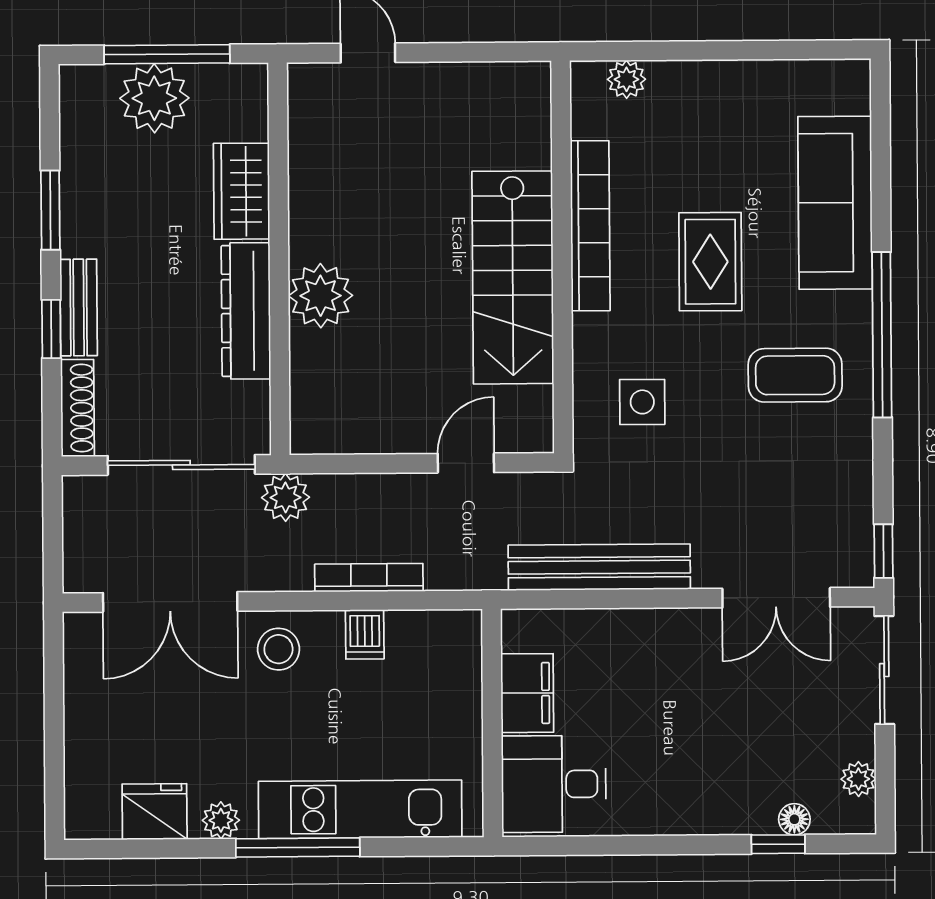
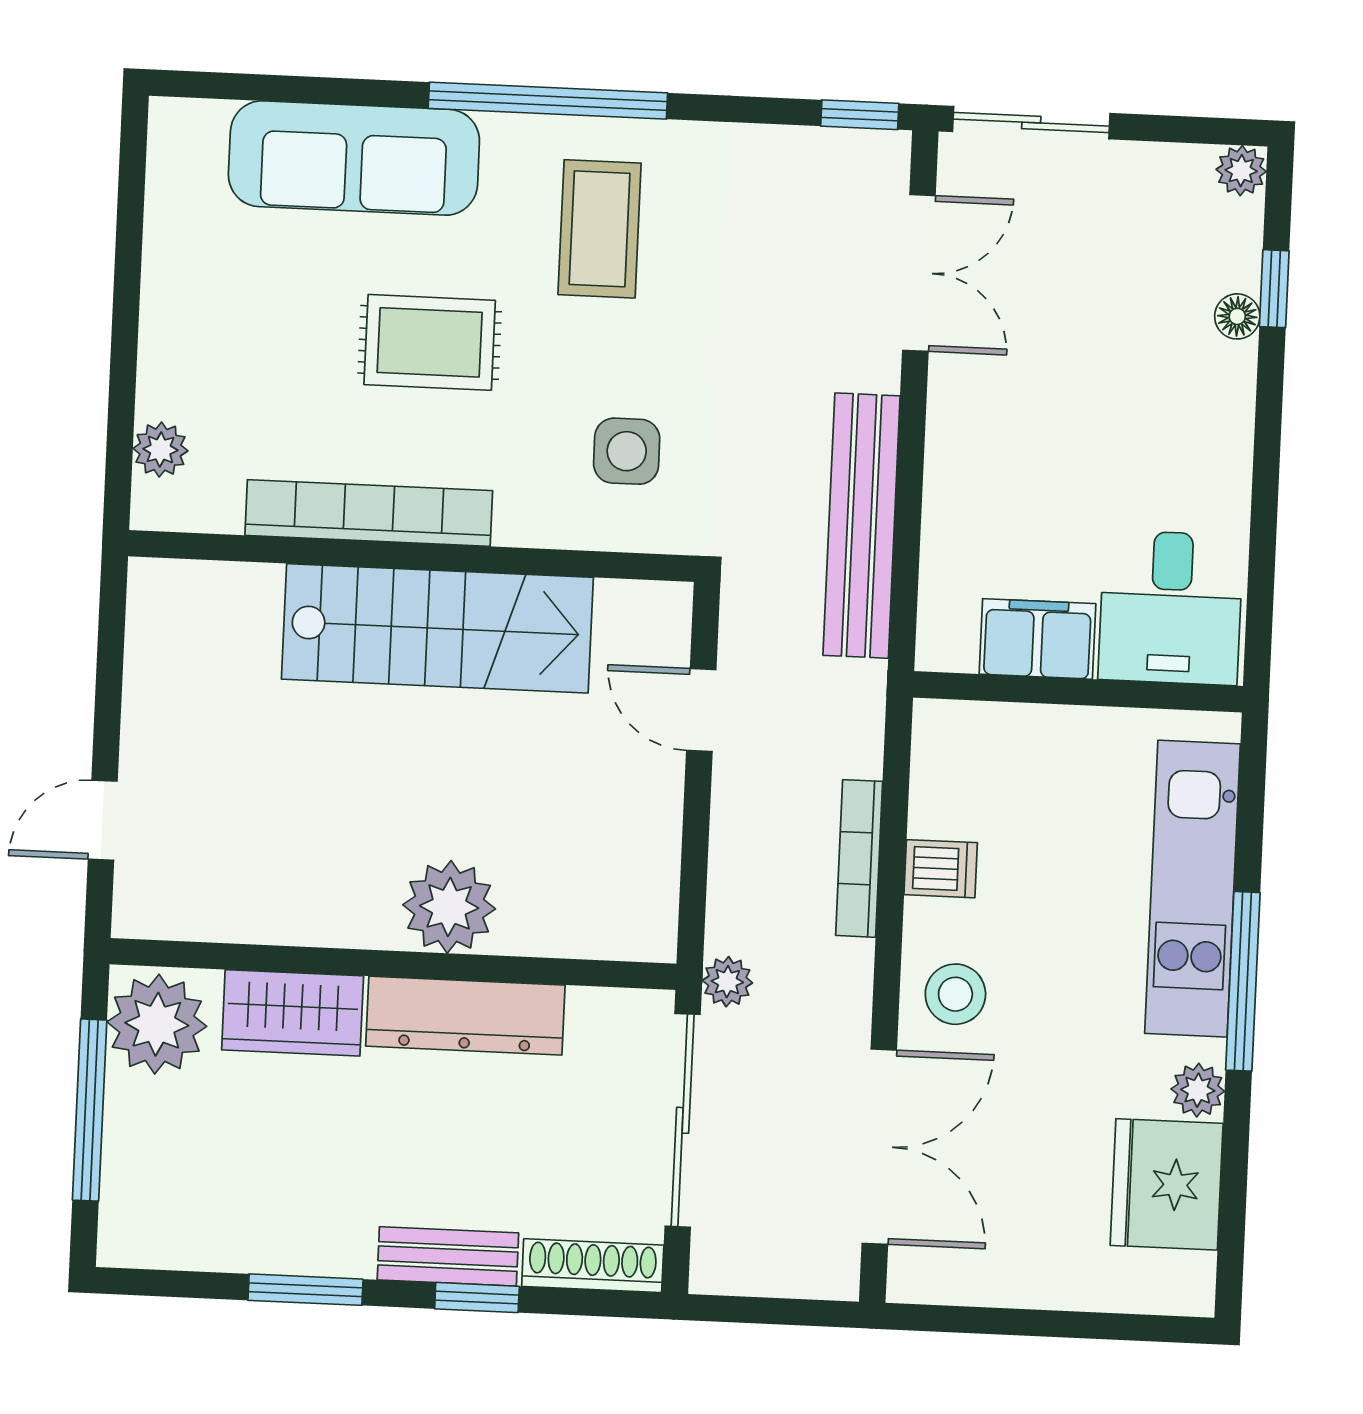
plant: (154, 98) -> (157, 1024), moved
plant: (285, 497) -> (727, 982), width x0.73, depth x0.73
plant: (858, 779) -> (1241, 171), moved
fridge: (155, 812) -> (1167, 1184), width x1.36, depth x1.34
floor lamp: (794, 819) -> (1237, 316), moved

